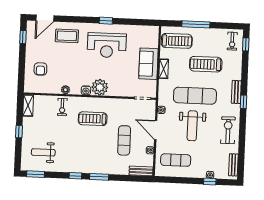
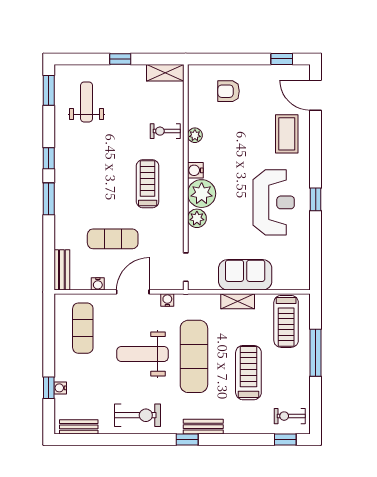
reception desk: (107, 45) -> (274, 202), turned 180
plant: (114, 91) -> (197, 218), added

